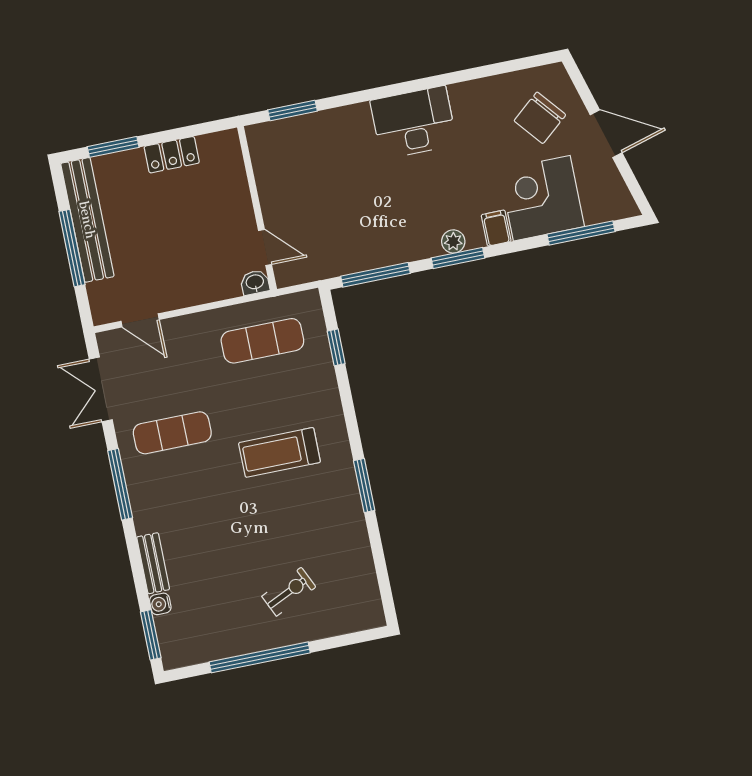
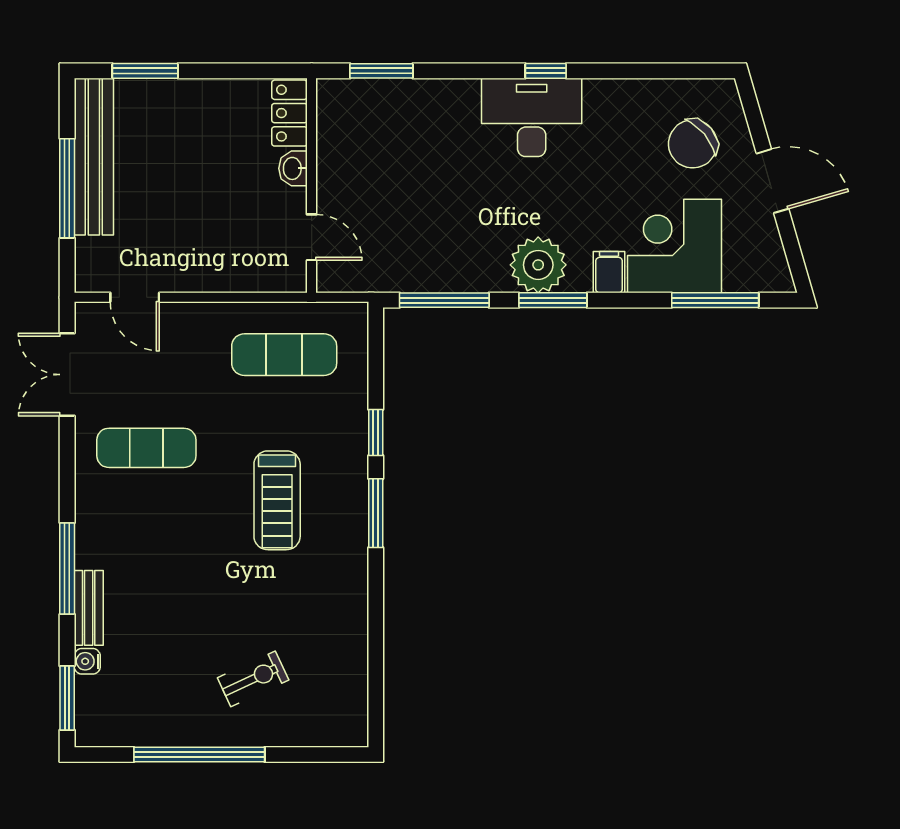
window: (417, 85) -> (546, 71), added
locker: (172, 155) -> (290, 113), moved, turned 90
plant: (453, 241) -> (538, 265), width x1.87, depth x1.87
washbasin: (255, 282) -> (293, 168), moved, turned -90
window: (336, 347) -> (376, 432), moved
treadmill: (279, 452) -> (277, 500), turned -90
window: (120, 484) -> (67, 568), moved
window: (364, 486) -> (376, 513), moved

